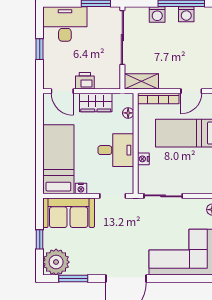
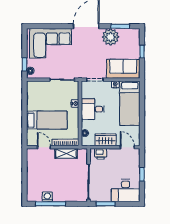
washing machine: (157, 15) -> (66, 197), removed
printer: (85, 81) -> (101, 154), moved
shelving: (141, 81) -> (66, 153), moved
door: (191, 91) -> (44, 147), hinge flipped
plant: (56, 262) -> (110, 37), moved

